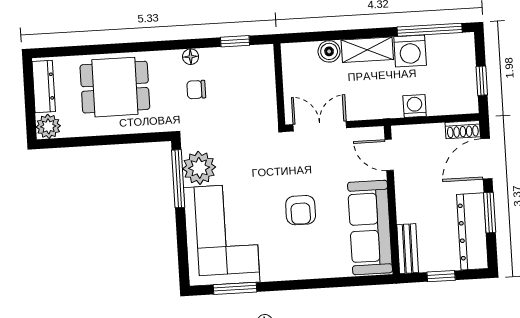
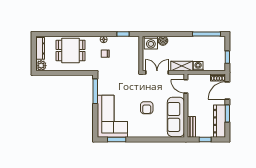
shelving: (367, 50) -> (182, 66), moved
washing machine: (410, 51) -> (151, 43), moved
plant: (199, 168) -> (104, 87), removed

